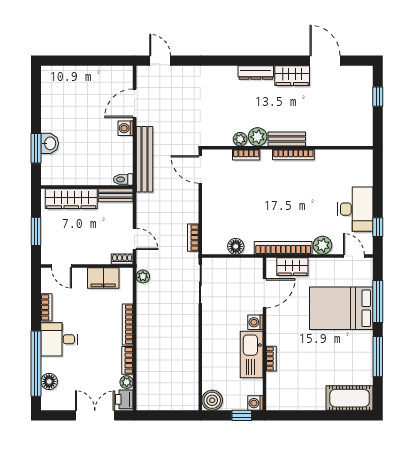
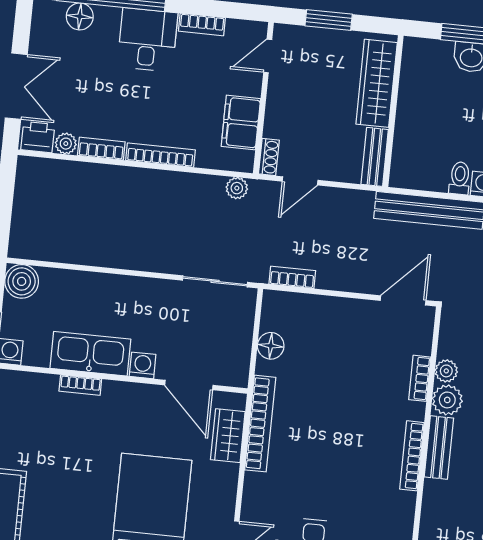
toilet: (123, 179) -> (460, 178), moved
plant: (322, 245) -> (258, 489), removed

